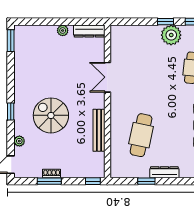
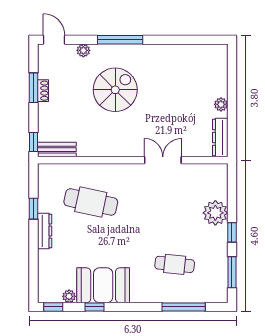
plant: (171, 35) -> (215, 213), moved
window: (11, 41) -> (208, 40), removed
window: (11, 111) -> (120, 40), width x2.17
bench: (99, 130) -> (57, 150), moved, width x0.73

